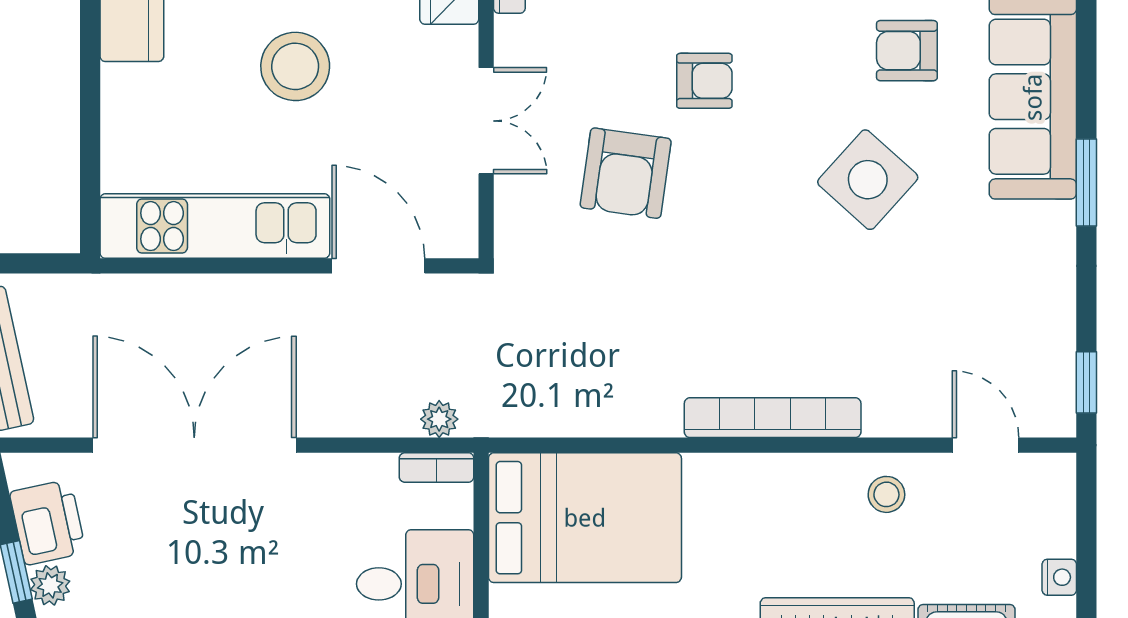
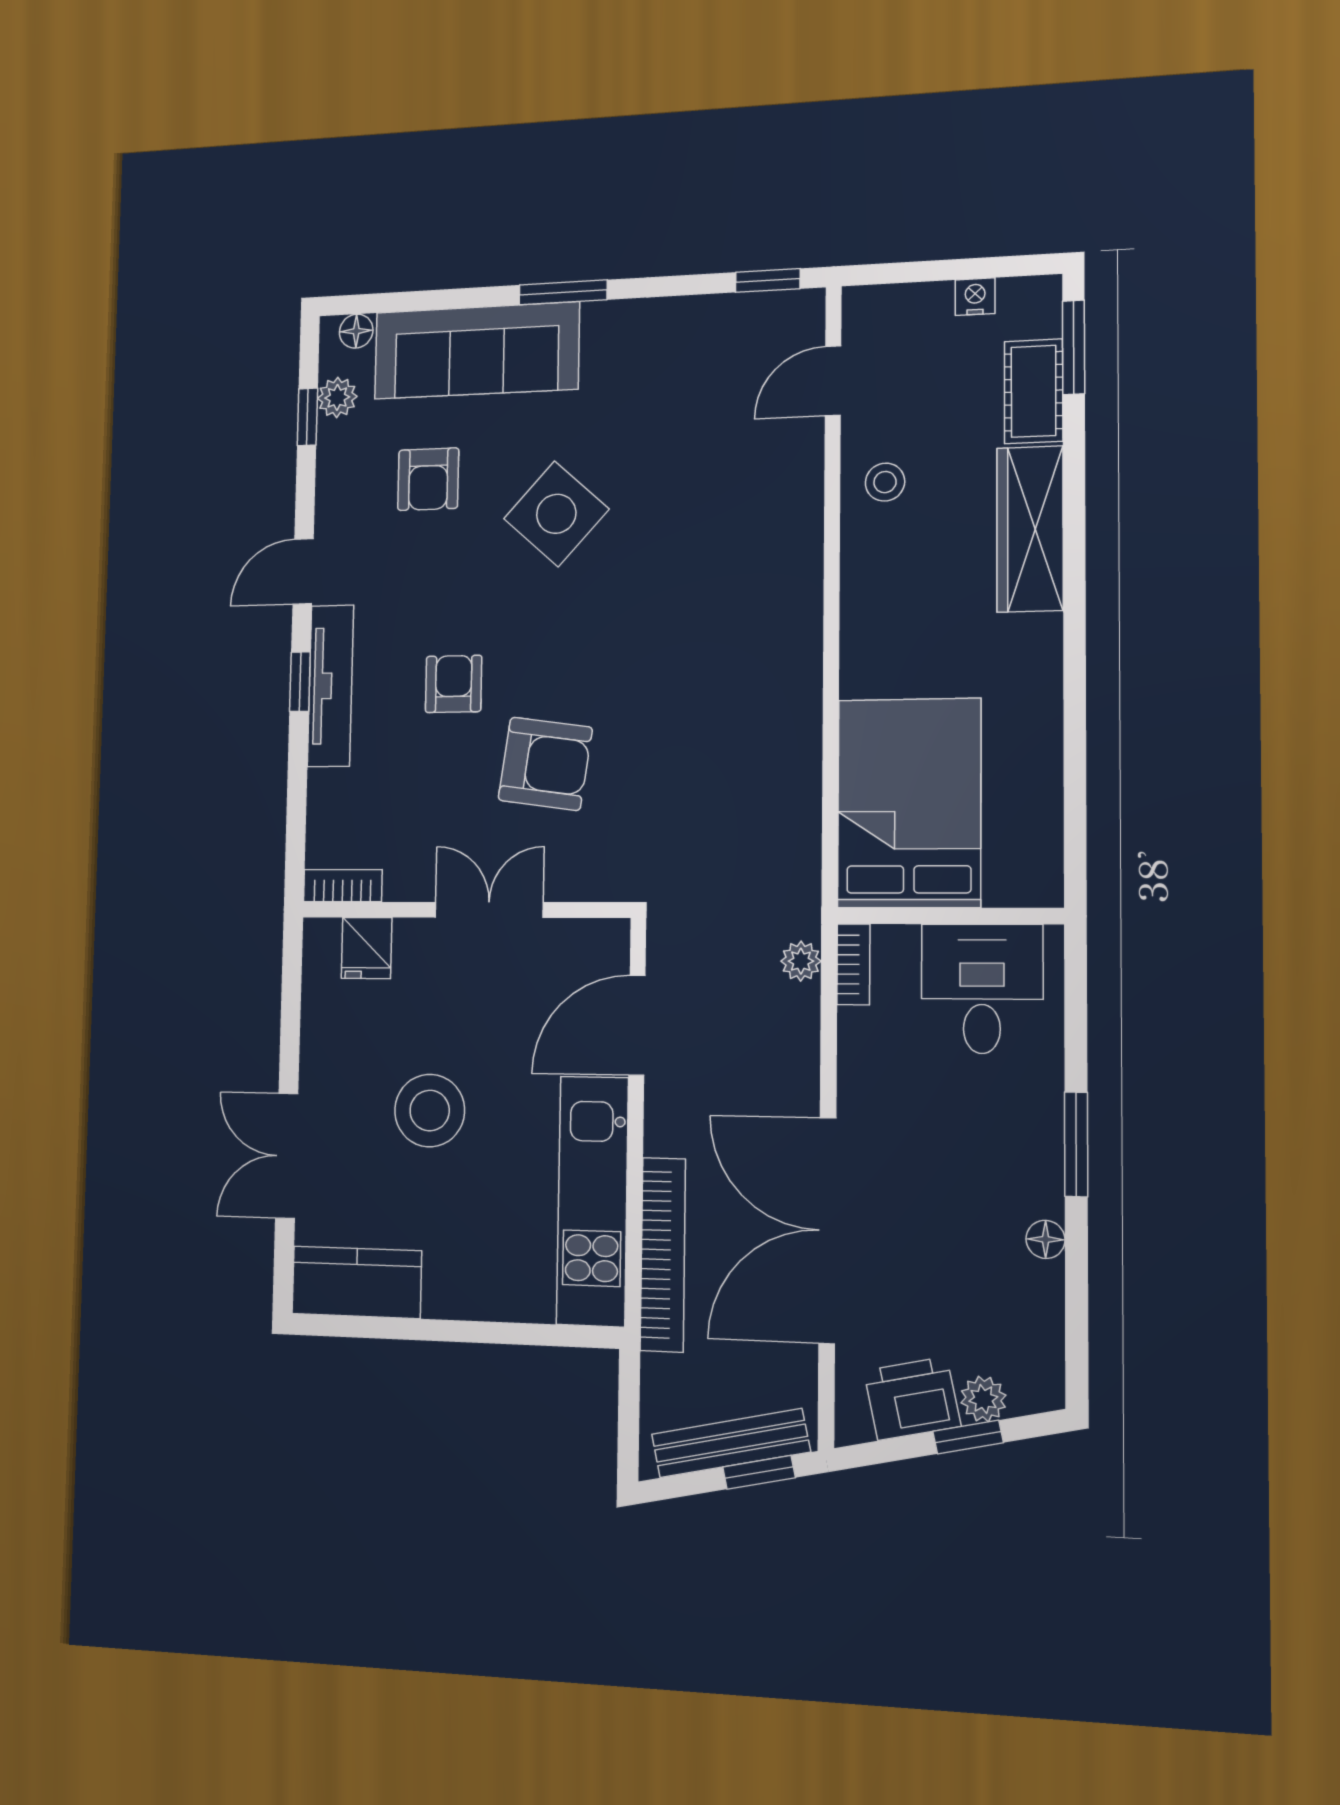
bookcase: (773, 418) -> (663, 1255), moved, turned 180

